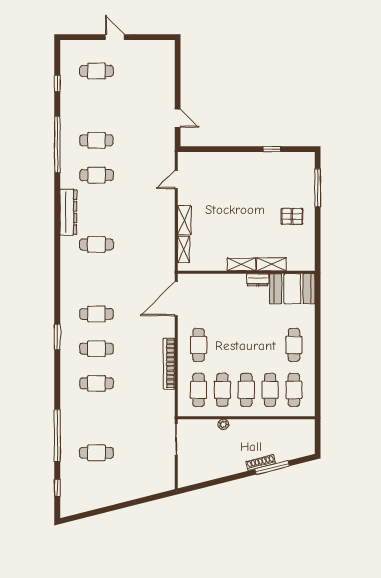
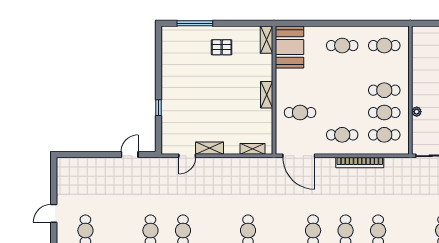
window: (272, 149) -> (159, 108), moved
door: (176, 179) -> (187, 156), hinge flipped
pallet: (292, 216) -> (222, 47), turned 90
shelving: (184, 220) -> (210, 148), moved
shelving: (271, 264) -> (266, 40), moved
dresser: (258, 280) -> (281, 79), removed
cafe table: (270, 390) -> (300, 113), moved

